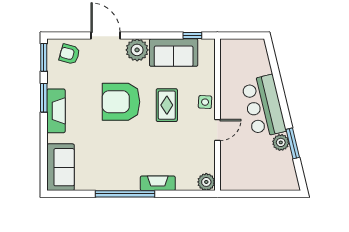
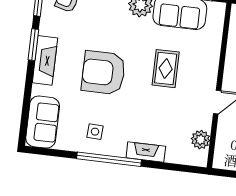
armchair: (121, 102) -> (103, 73), moved
side table: (205, 102) -> (95, 132), moved
plant: (206, 182) -> (201, 140), moved

